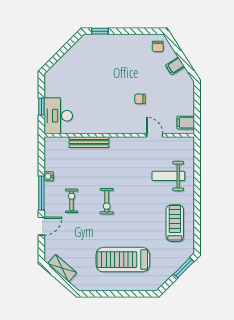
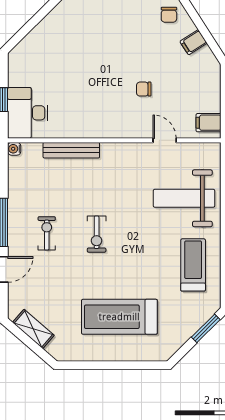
water cooler: (49, 176) -> (14, 149), moved
weight bench: (168, 176) -> (184, 198), width x1.36, depth x1.33

